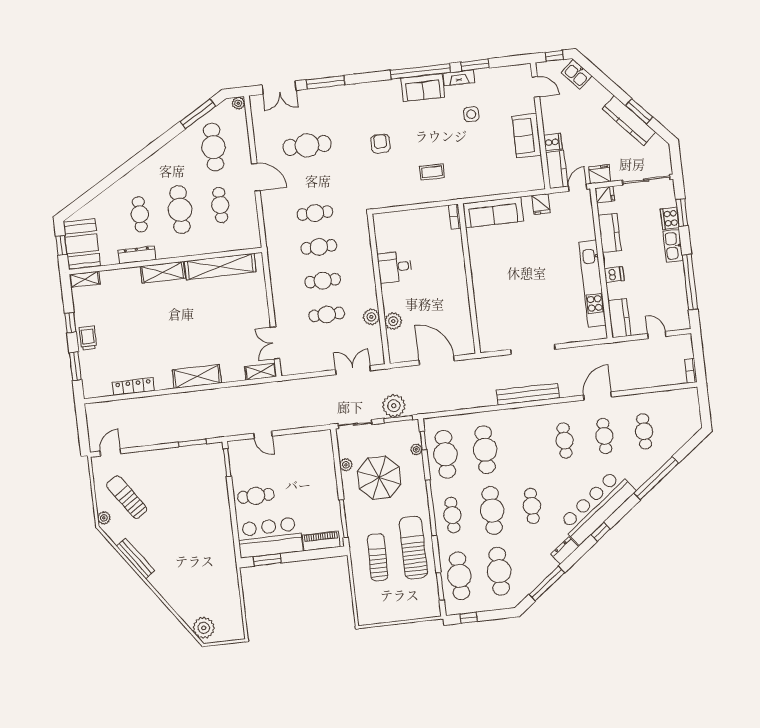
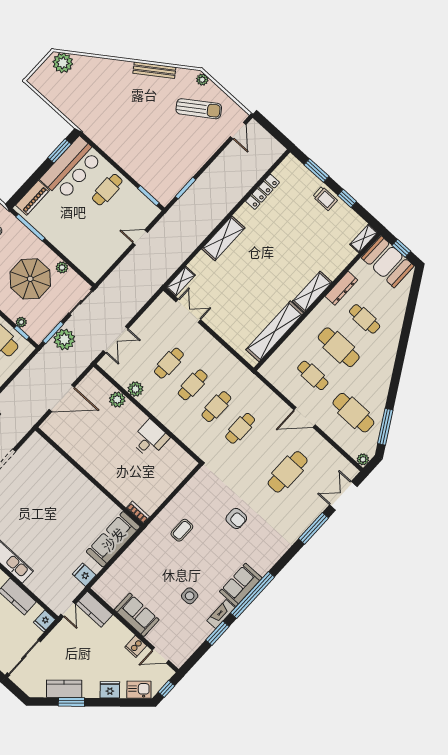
kitchen counter: (629, 121) -> (64, 689), width x0.67
cooker: (553, 142) -> (136, 646), moved
fridge: (600, 174) -> (110, 690), moved, turned -132

